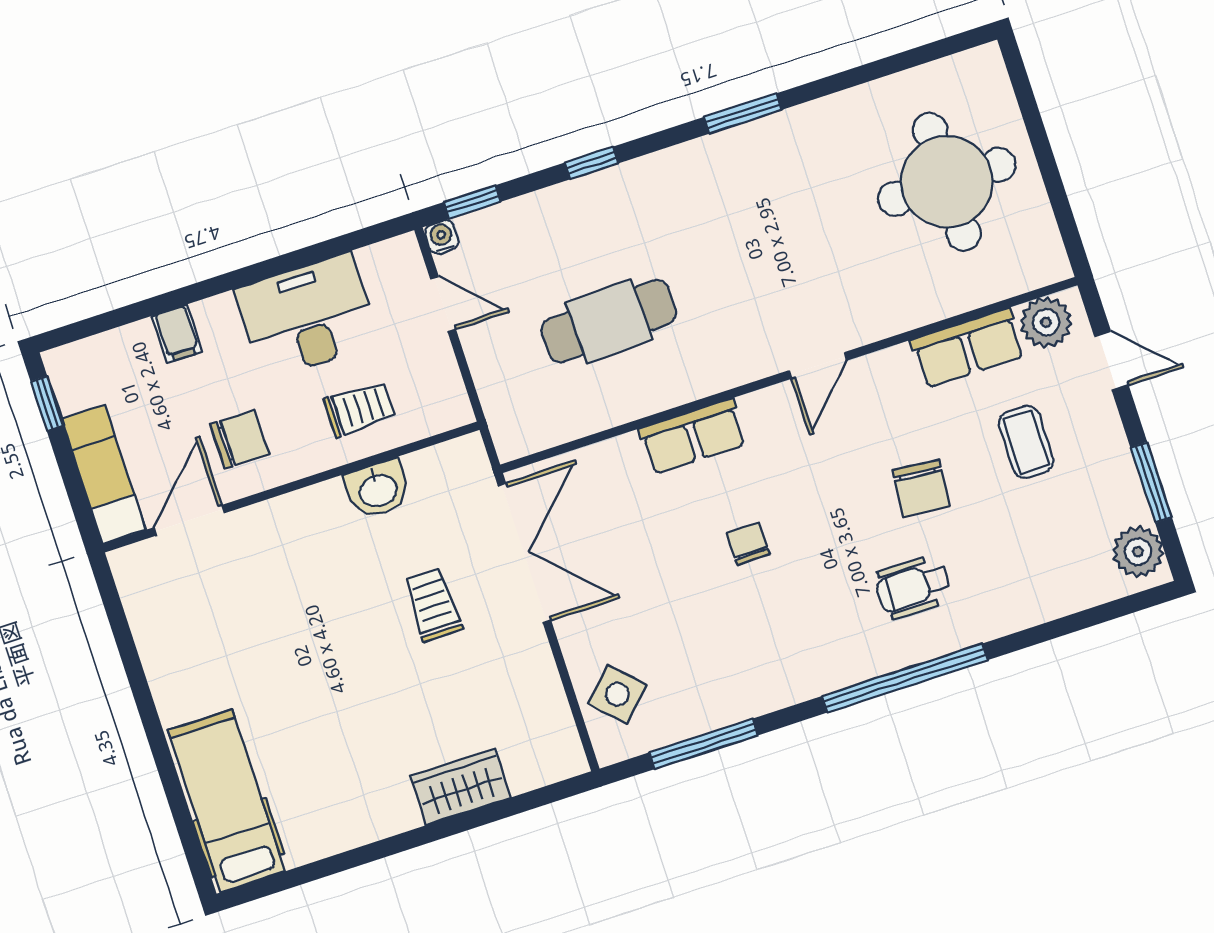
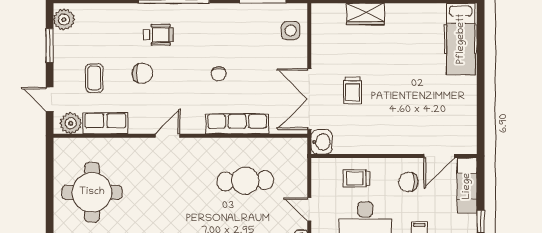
row of seats: (693, 436) -> (237, 124), width x1.48
chair: (921, 488) -> (142, 73), turned 85
washbasin: (378, 489) -> (322, 142), moved, turned 90
side table: (617, 694) -> (291, 31), turned 45

